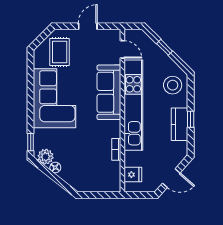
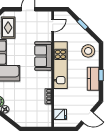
door: (122, 49) -> (53, 26), hinge flipped
sofa: (109, 92) -> (43, 56), width x0.73
kitchen unit: (133, 105) -> (60, 65), width x0.73

